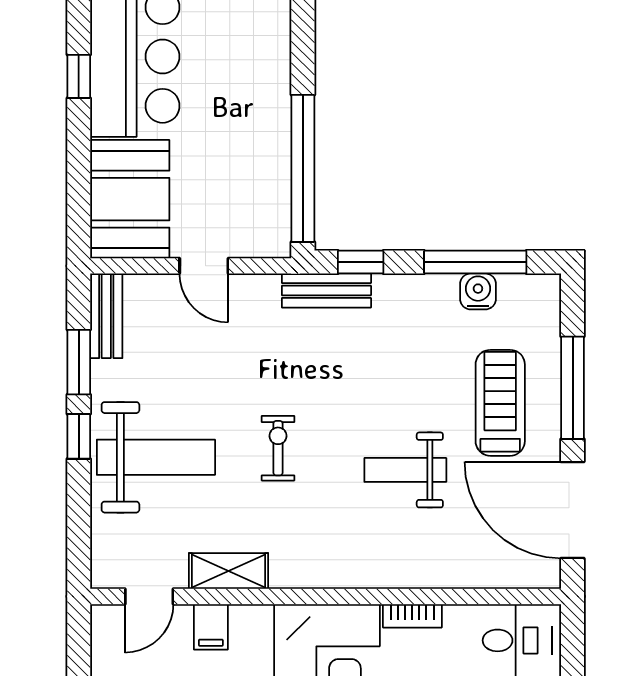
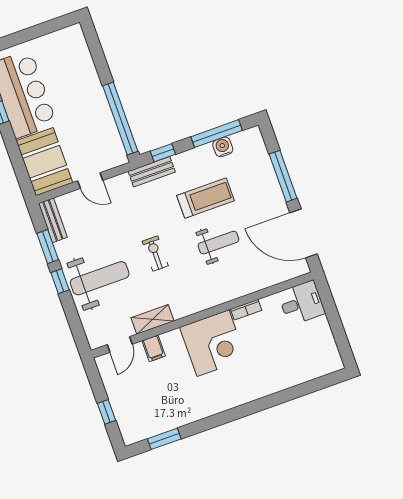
treadmill: (500, 403) -> (206, 198), moved, turned 90
weight bench: (405, 470) -> (218, 243), turned 180

